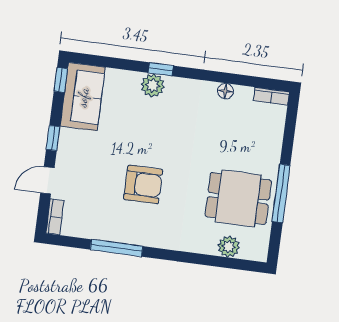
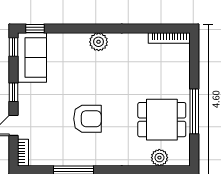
window: (161, 69) -> (35, 29), moved
plant: (153, 85) -> (99, 42), moved
floor lamp: (225, 91) -> (141, 39), removed
bookcase: (271, 96) -> (169, 38), width x1.56

